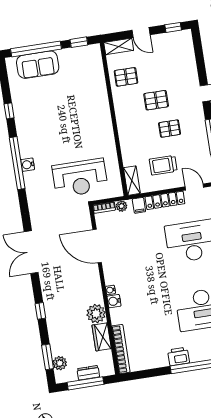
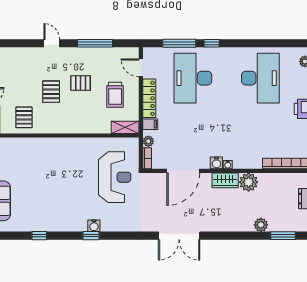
pallet: (170, 129) -> (81, 83), turned 90
window: (17, 163) -> (91, 236), width x0.32
door: (194, 187) -> (141, 68), hinge flipped
water cooler: (114, 301) -> (216, 163), moved
window: (40, 311) -> (237, 236), removed
wardrobe: (102, 337) -> (225, 180), moved
plant: (60, 363) -> (261, 225), moved

